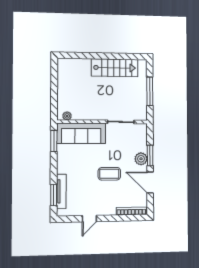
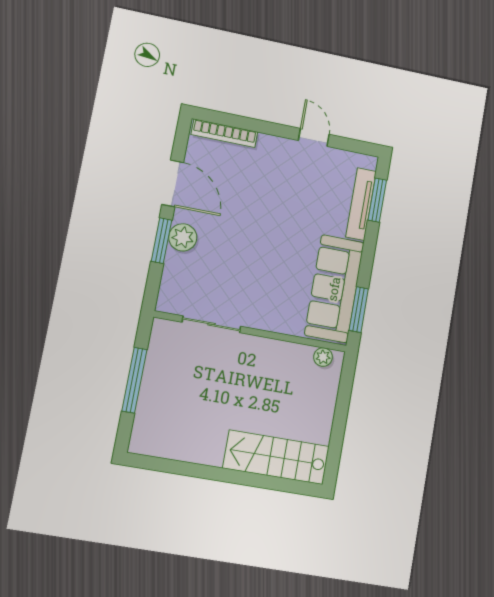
stairs: (115, 68) -> (276, 457), moved
sofa: (81, 133) -> (334, 289), moved, turned -90
coffee table: (109, 174) -> (256, 220), removed
door: (89, 219) -> (314, 137), hinge flipped

